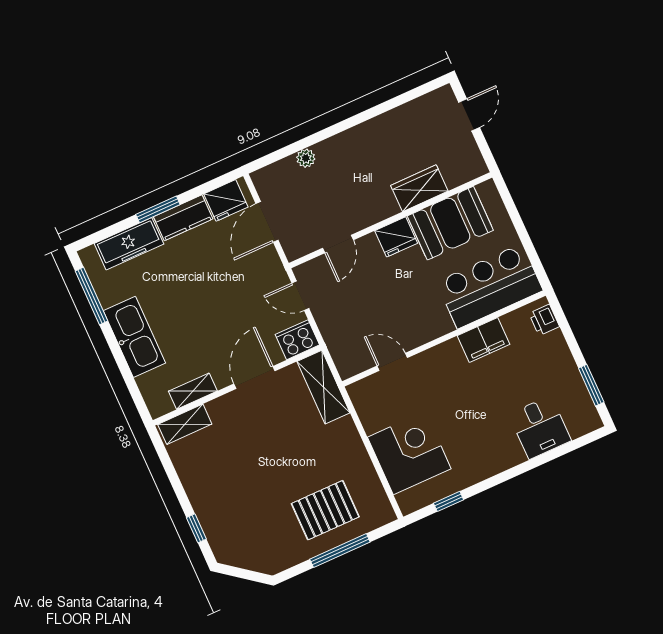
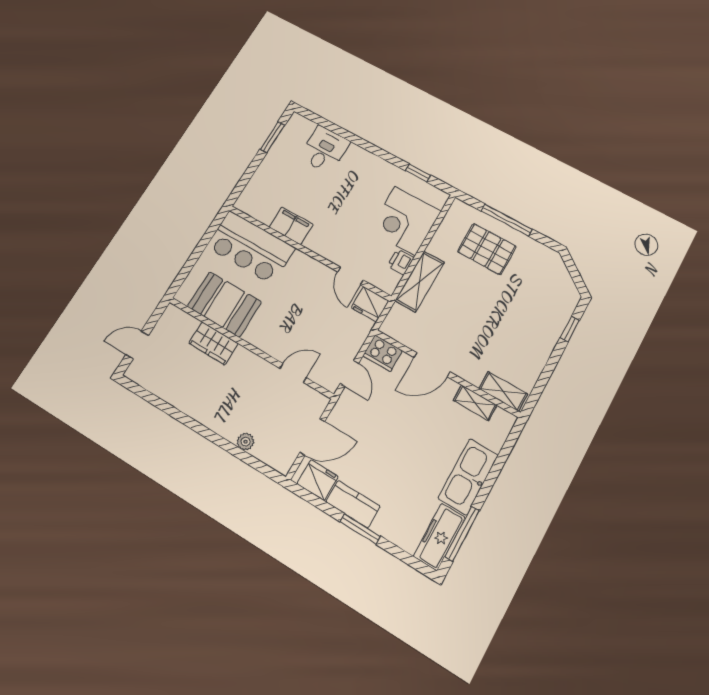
fridge: (396, 237) -> (370, 304), moved, turned 180
freezer: (129, 244) -> (439, 537), moved, turned -90
printer: (544, 320) -> (401, 262), moved, turned 180
shelving: (323, 387) -> (420, 281), moved

